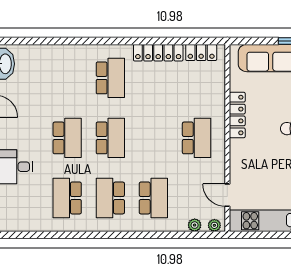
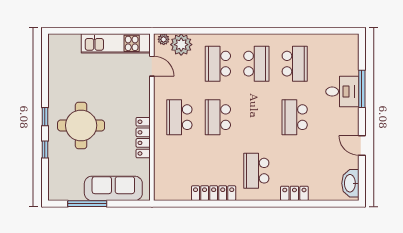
locker: (201, 52) -> (294, 193), moved
school desk: (110, 138) -> (218, 117), moved
plant: (195, 225) -> (181, 45), width x1.87, depth x1.87

